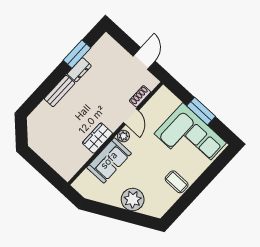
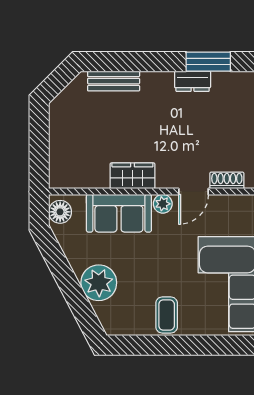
bench: (60, 91) -> (114, 81), moved
floor lamp: (83, 187) -> (60, 212), added

